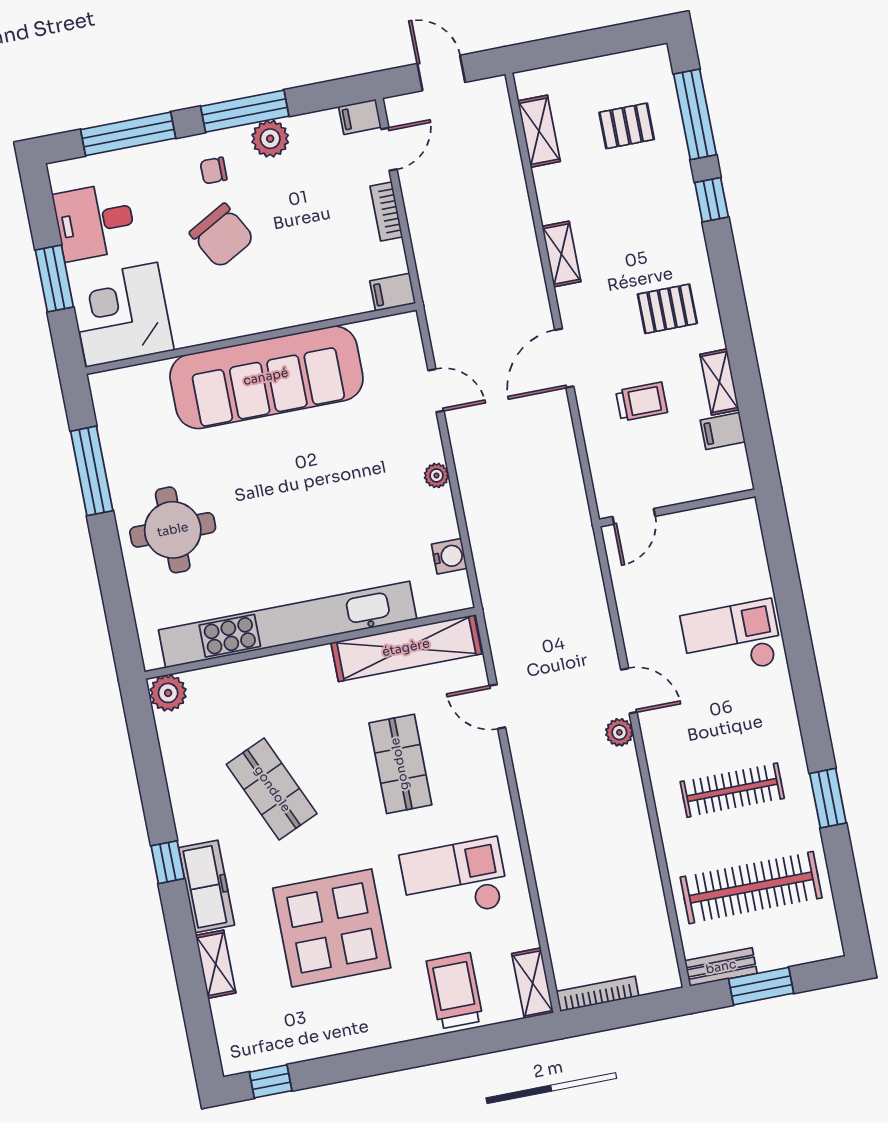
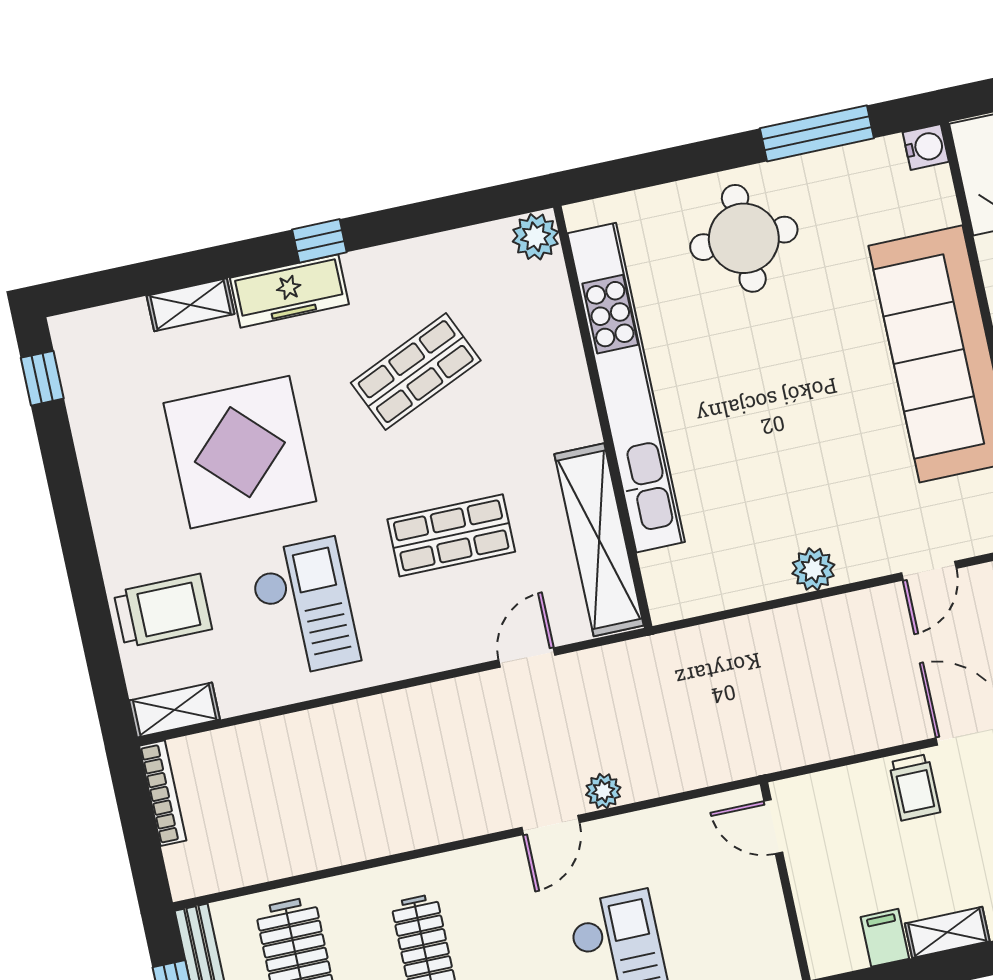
trolley: (642, 402) -> (915, 787), moved
plant: (437, 475) -> (813, 569), width x1.38, depth x1.38
water cooler: (449, 556) -> (926, 147), moved, turned -90
plant: (619, 732) -> (603, 791), moved

